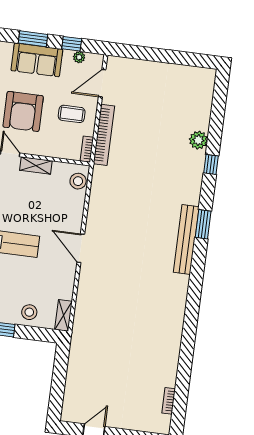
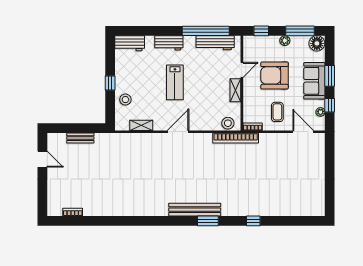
bookcase: (104, 135) -> (236, 138), moved
plant: (198, 140) -> (270, 209), removed
shelving: (63, 315) -> (141, 125), moved
bench: (72, 378) -> (80, 138), added

